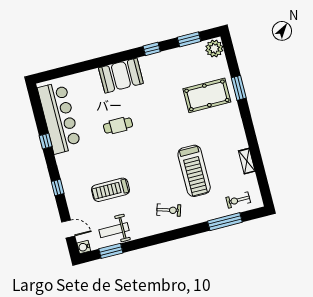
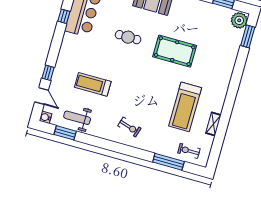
window: (239, 88) -> (248, 36), moved
pool table: (207, 95) -> (175, 51), moved
treadmill: (194, 171) -> (185, 107), moved
window: (58, 187) -> (48, 73), moved

